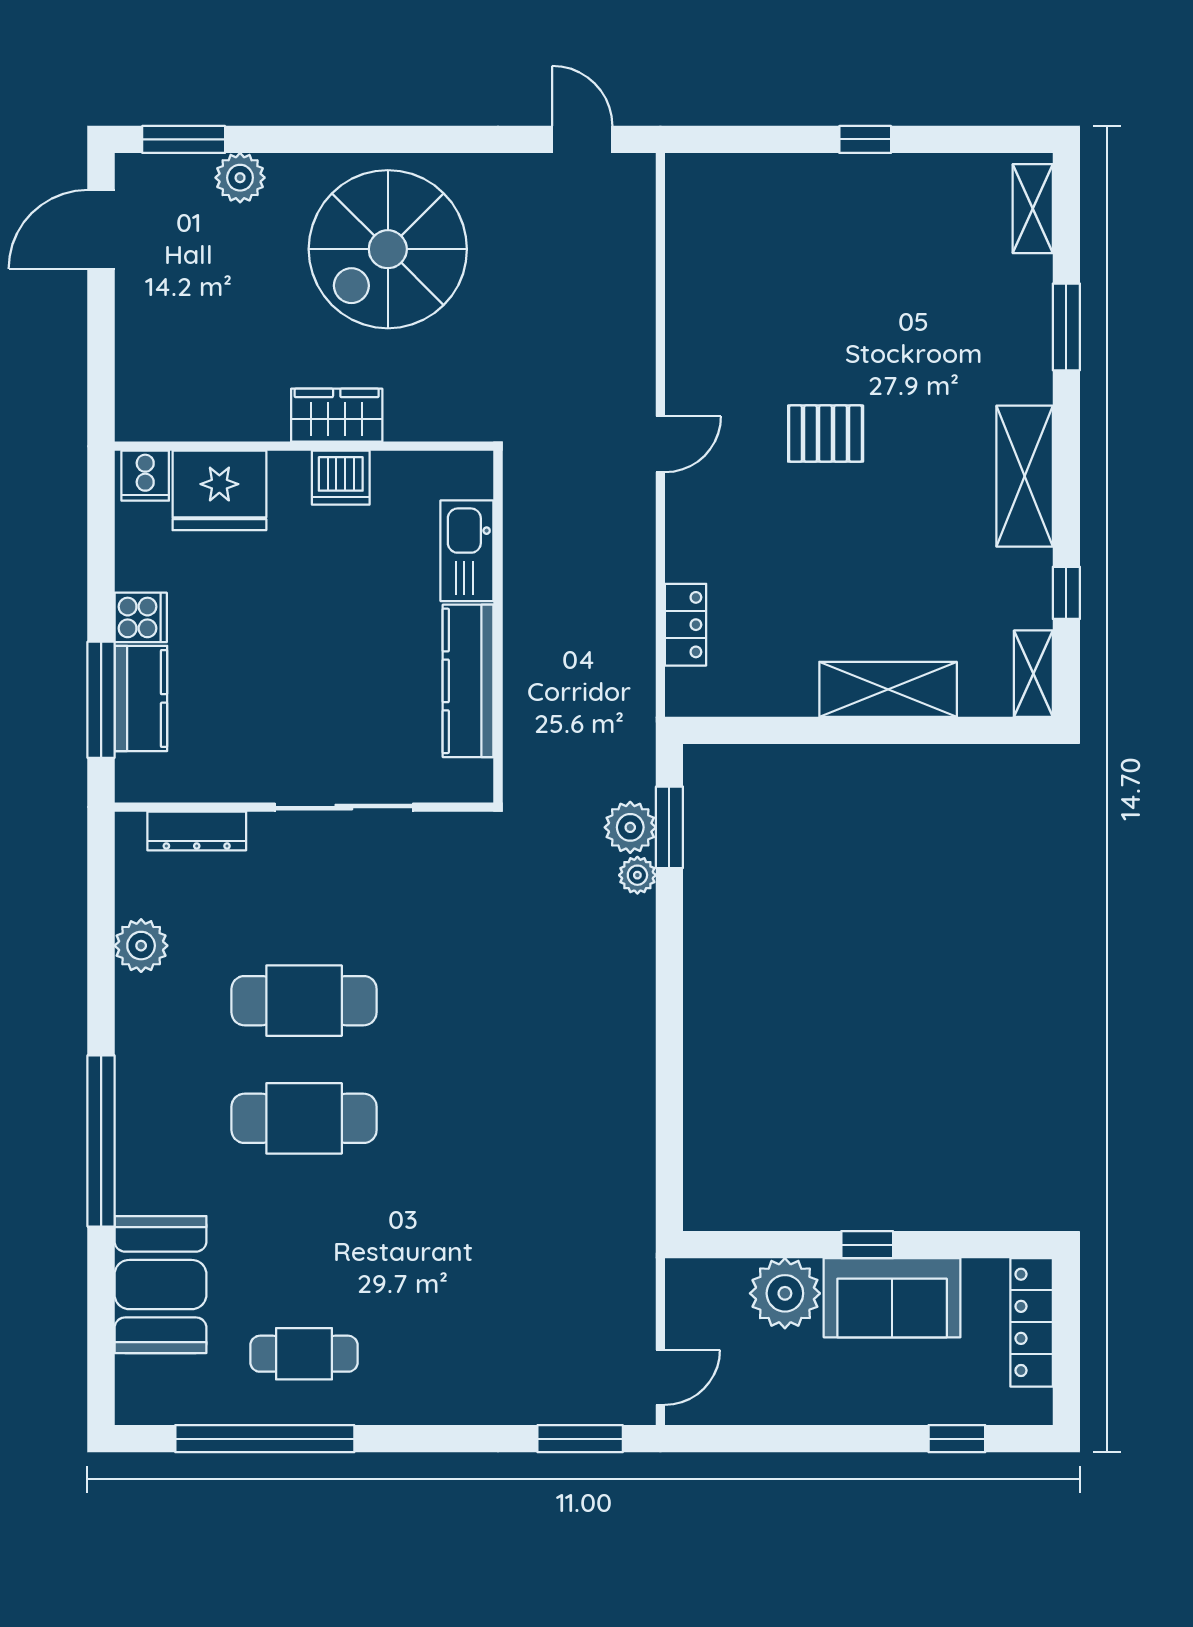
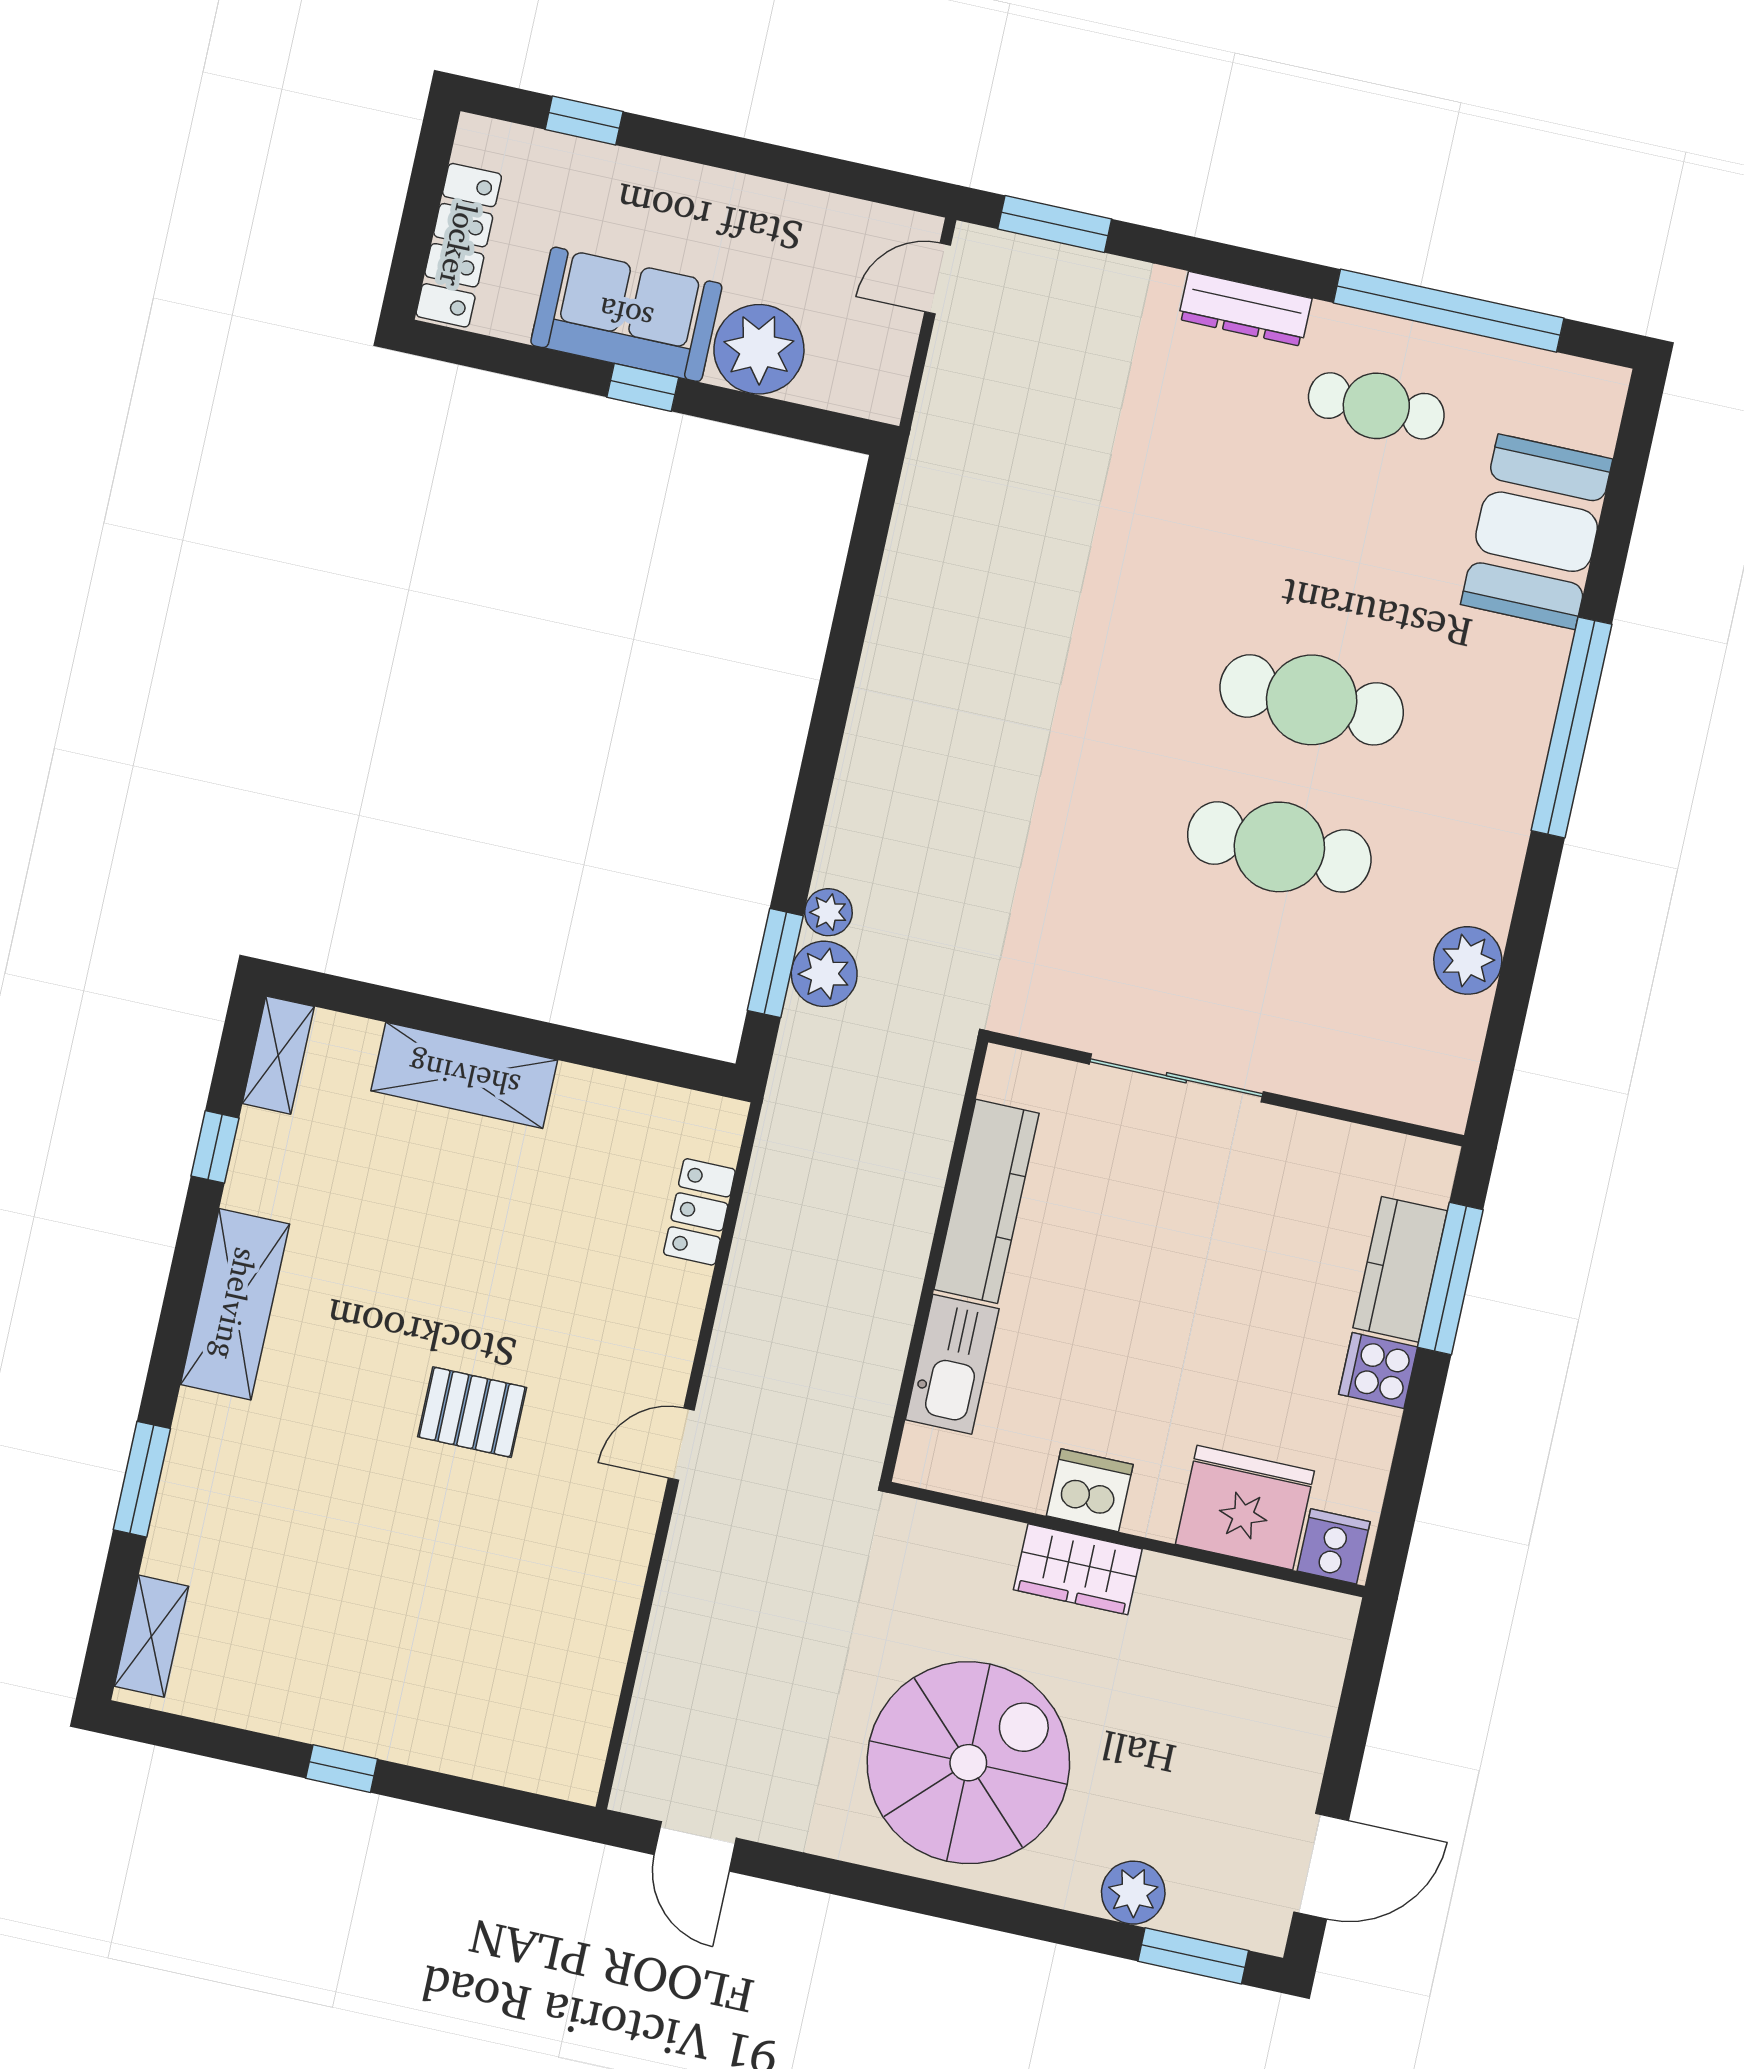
dresser: (197, 831) -> (1245, 309), moved, turned 180

